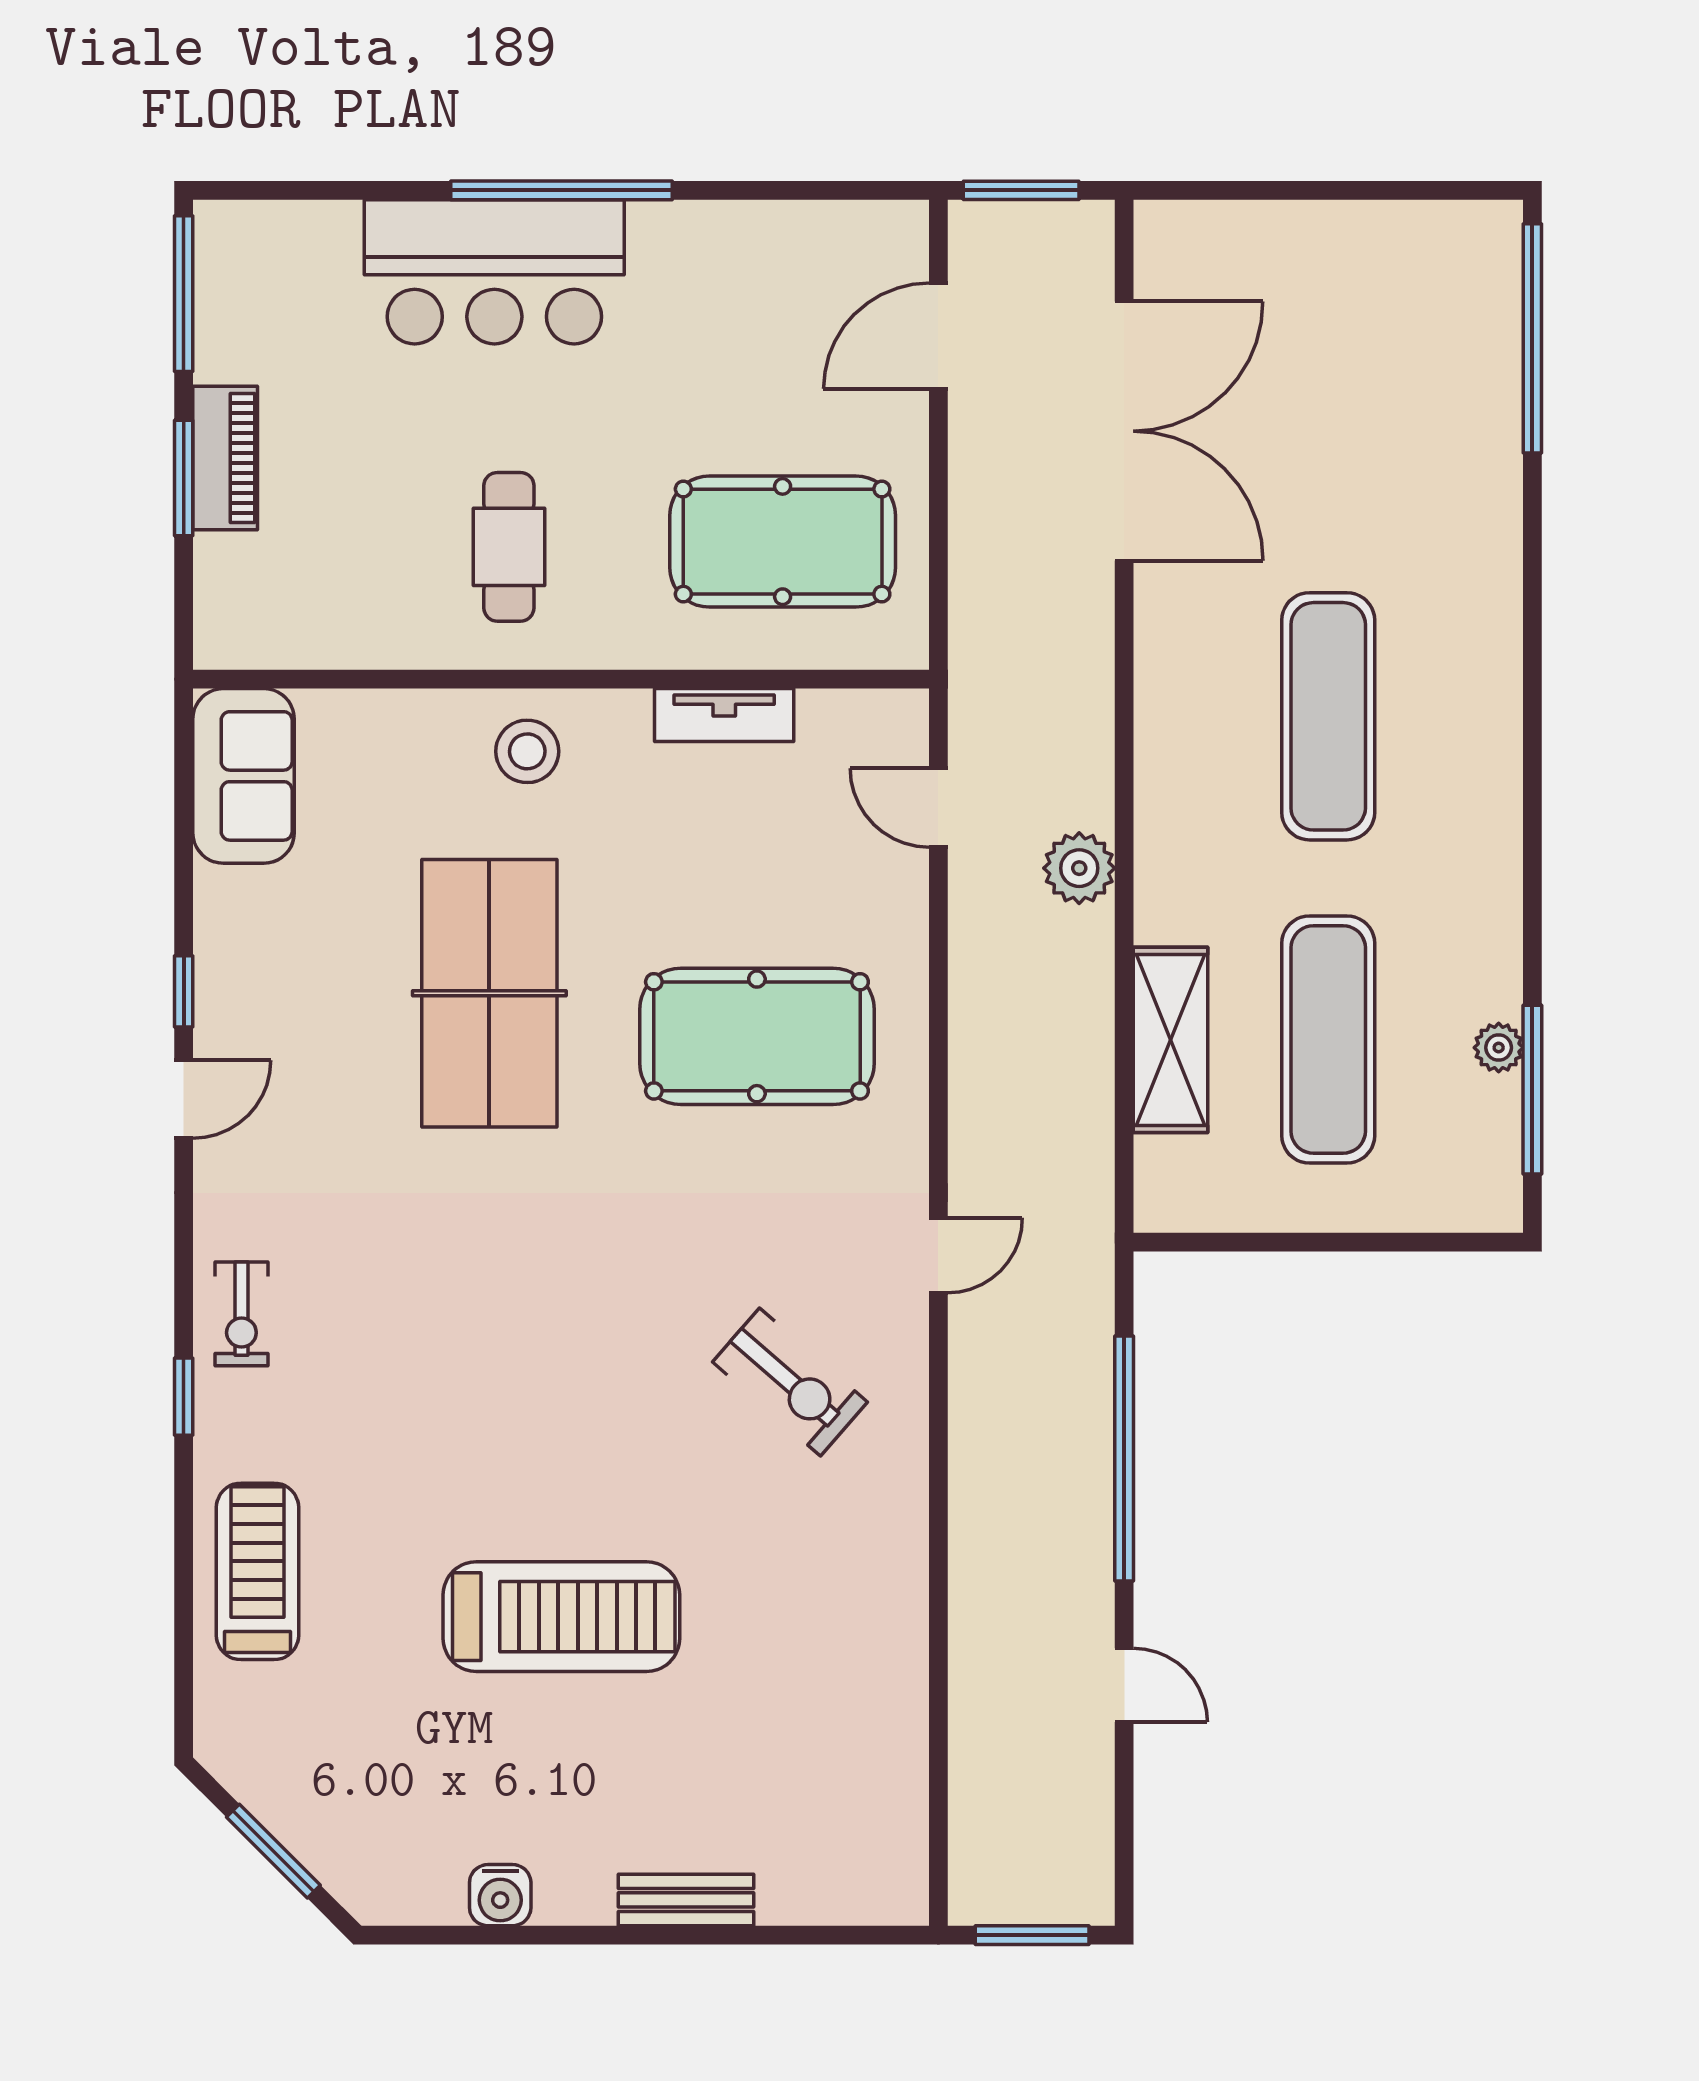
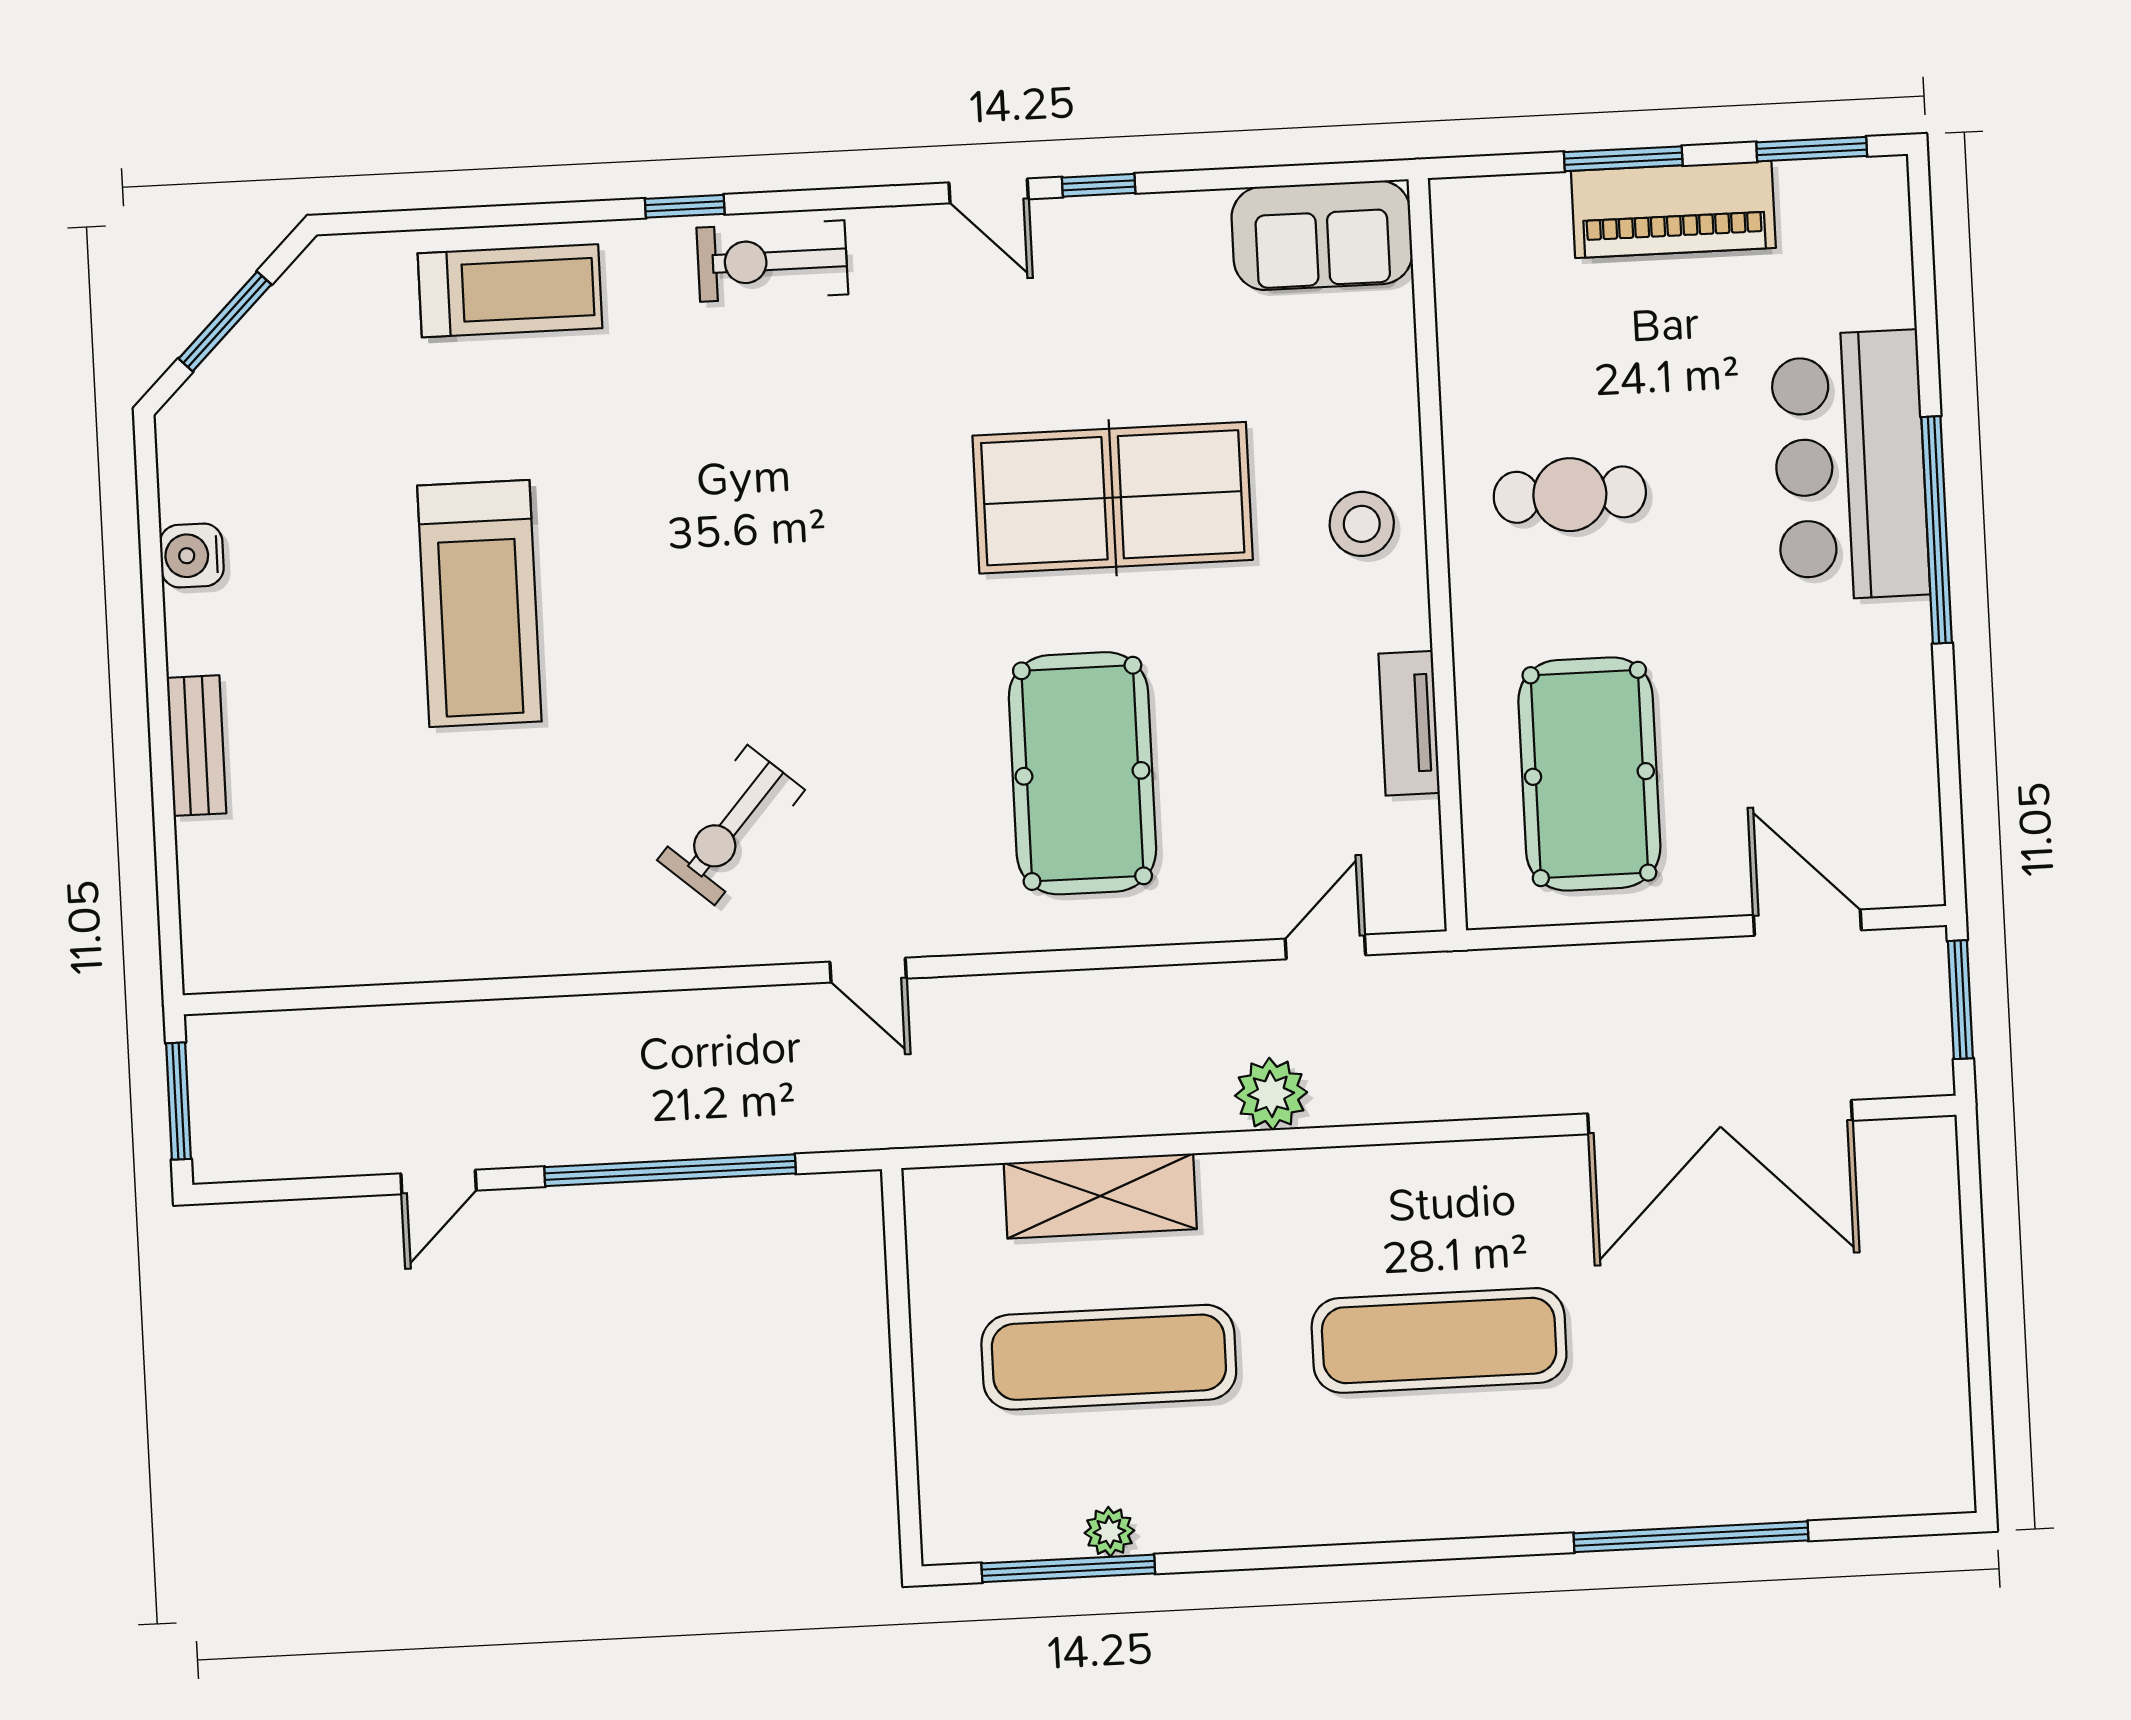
window: (184, 294) -> (1812, 149), width x0.69
window: (1532, 338) -> (1691, 1537), moved
piano: (225, 458) -> (1673, 209), width x1.37, depth x1.33
exercise bike: (241, 1314) -> (772, 261), width x1.38, depth x1.39

